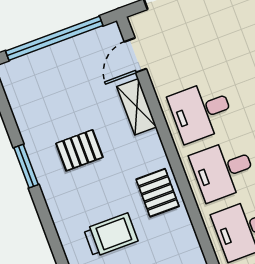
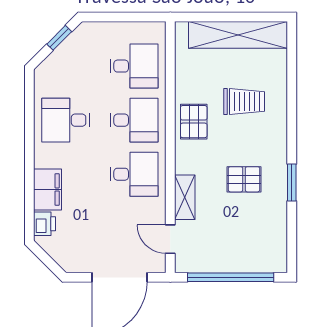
door: (135, 55) -> (170, 239), swing flipped
trolley: (111, 235) -> (244, 101), turned 180

